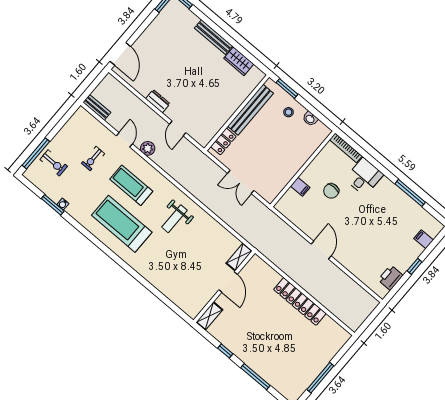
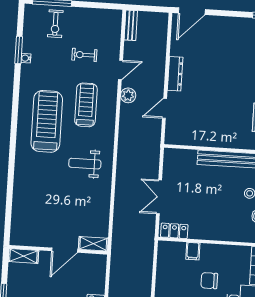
dresser: (158, 101) -> (175, 74), width x1.44
locker: (223, 141) -> (174, 231), moved, turned 180

